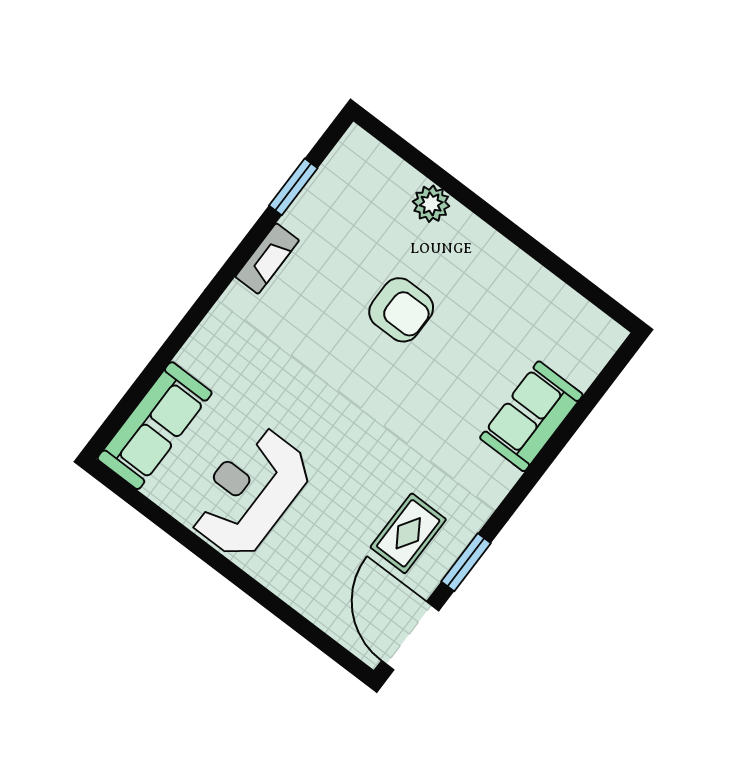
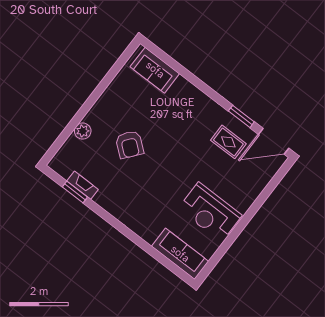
fireplace: (267, 259) -> (83, 185), moved
armchair: (401, 310) -> (130, 145), turned 129
sofa: (531, 416) -> (155, 70), moved

